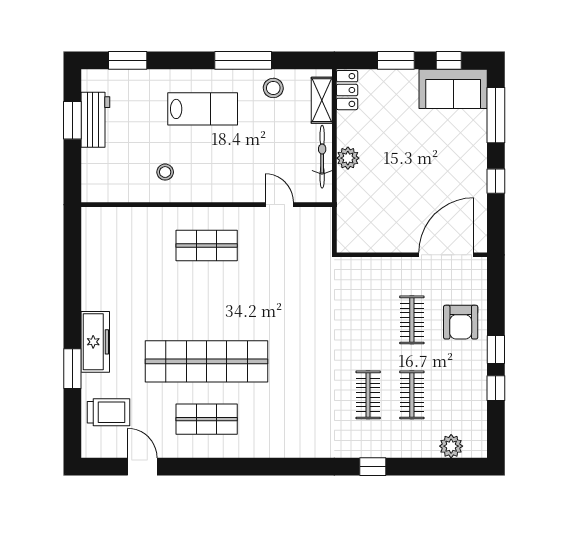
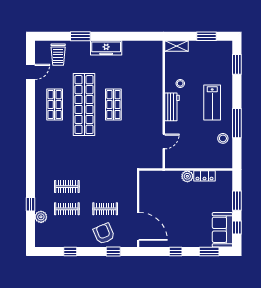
locker: (347, 90) -> (205, 176), moved
shelving: (322, 100) -> (177, 46), moved
window: (496, 115) -> (209, 252), width x0.69
workbench: (95, 120) -> (172, 107), moved, turned -90
bicycle: (322, 157) -> (188, 163), removed
shop shelf: (207, 246) -> (113, 105), moved
armchair: (461, 322) -> (104, 234), turned 67
freezer: (95, 342) -> (106, 48), moved
window: (496, 349) -> (113, 252), moved
plant: (451, 446) -> (41, 217), moved
window: (373, 467) -> (31, 204), moved

